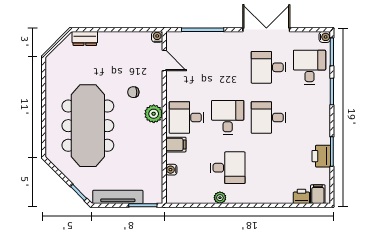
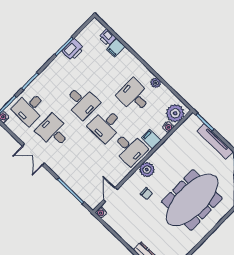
double door: (266, 30) -> (33, 155), width x0.73
desk: (269, 67) -> (53, 131), turned 180
plant: (177, 187) -> (175, 113), added
filing cabinet: (318, 194) -> (116, 48), moved

